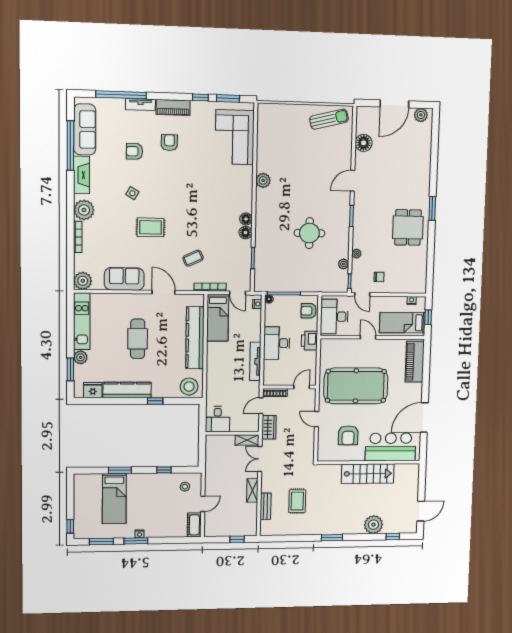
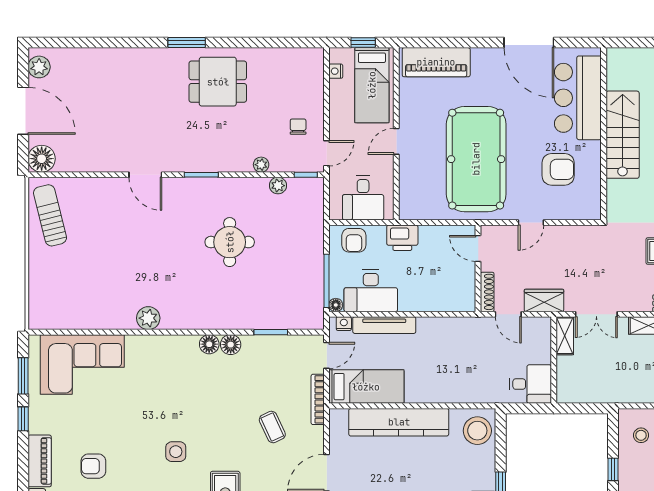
floor lamp: (364, 143) -> (42, 159), moved
side table: (178, 196) -> (176, 452), added
desk: (334, 317) -> (363, 198), width x0.73
desk: (277, 343) -> (371, 291), moved
tv unit: (255, 361) -> (384, 325), moved

